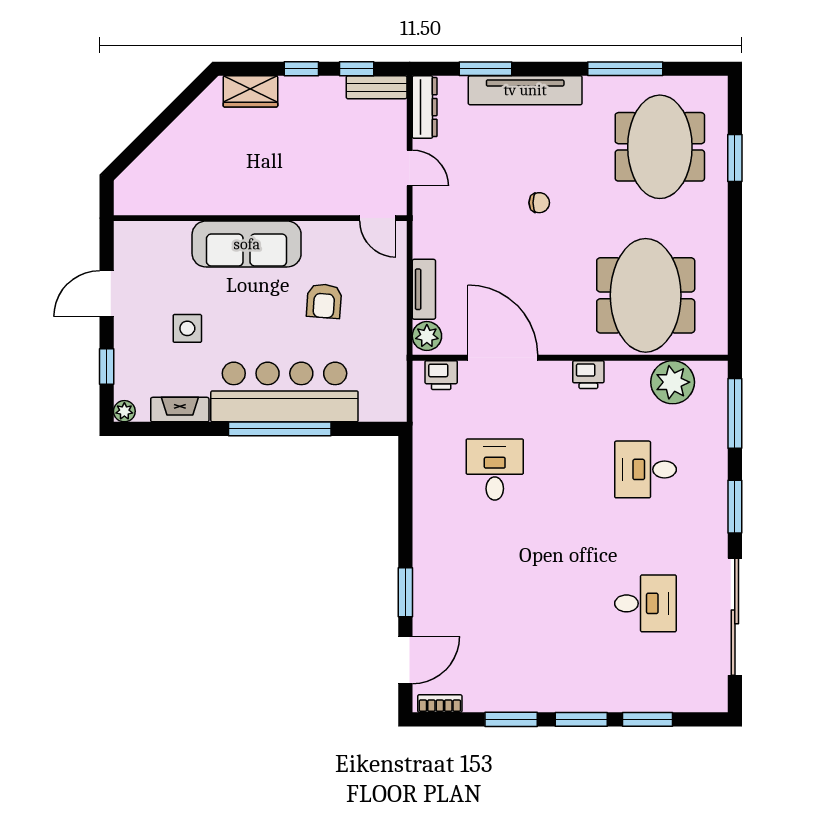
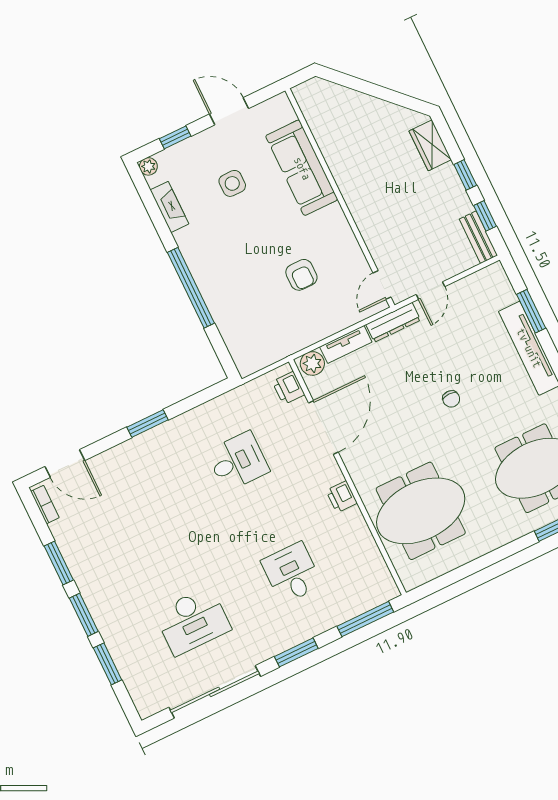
dresser: (425, 107) -> (393, 322), moved
sofa: (247, 244) -> (302, 168), moved
armchair: (324, 301) -> (301, 275), turned -94
plant: (673, 382) -> (366, 562), removed
bar counter: (284, 392) -> (220, 278), removed
window: (405, 592) -> (147, 424), moved
desk: (646, 603) -> (193, 621), width x1.37

